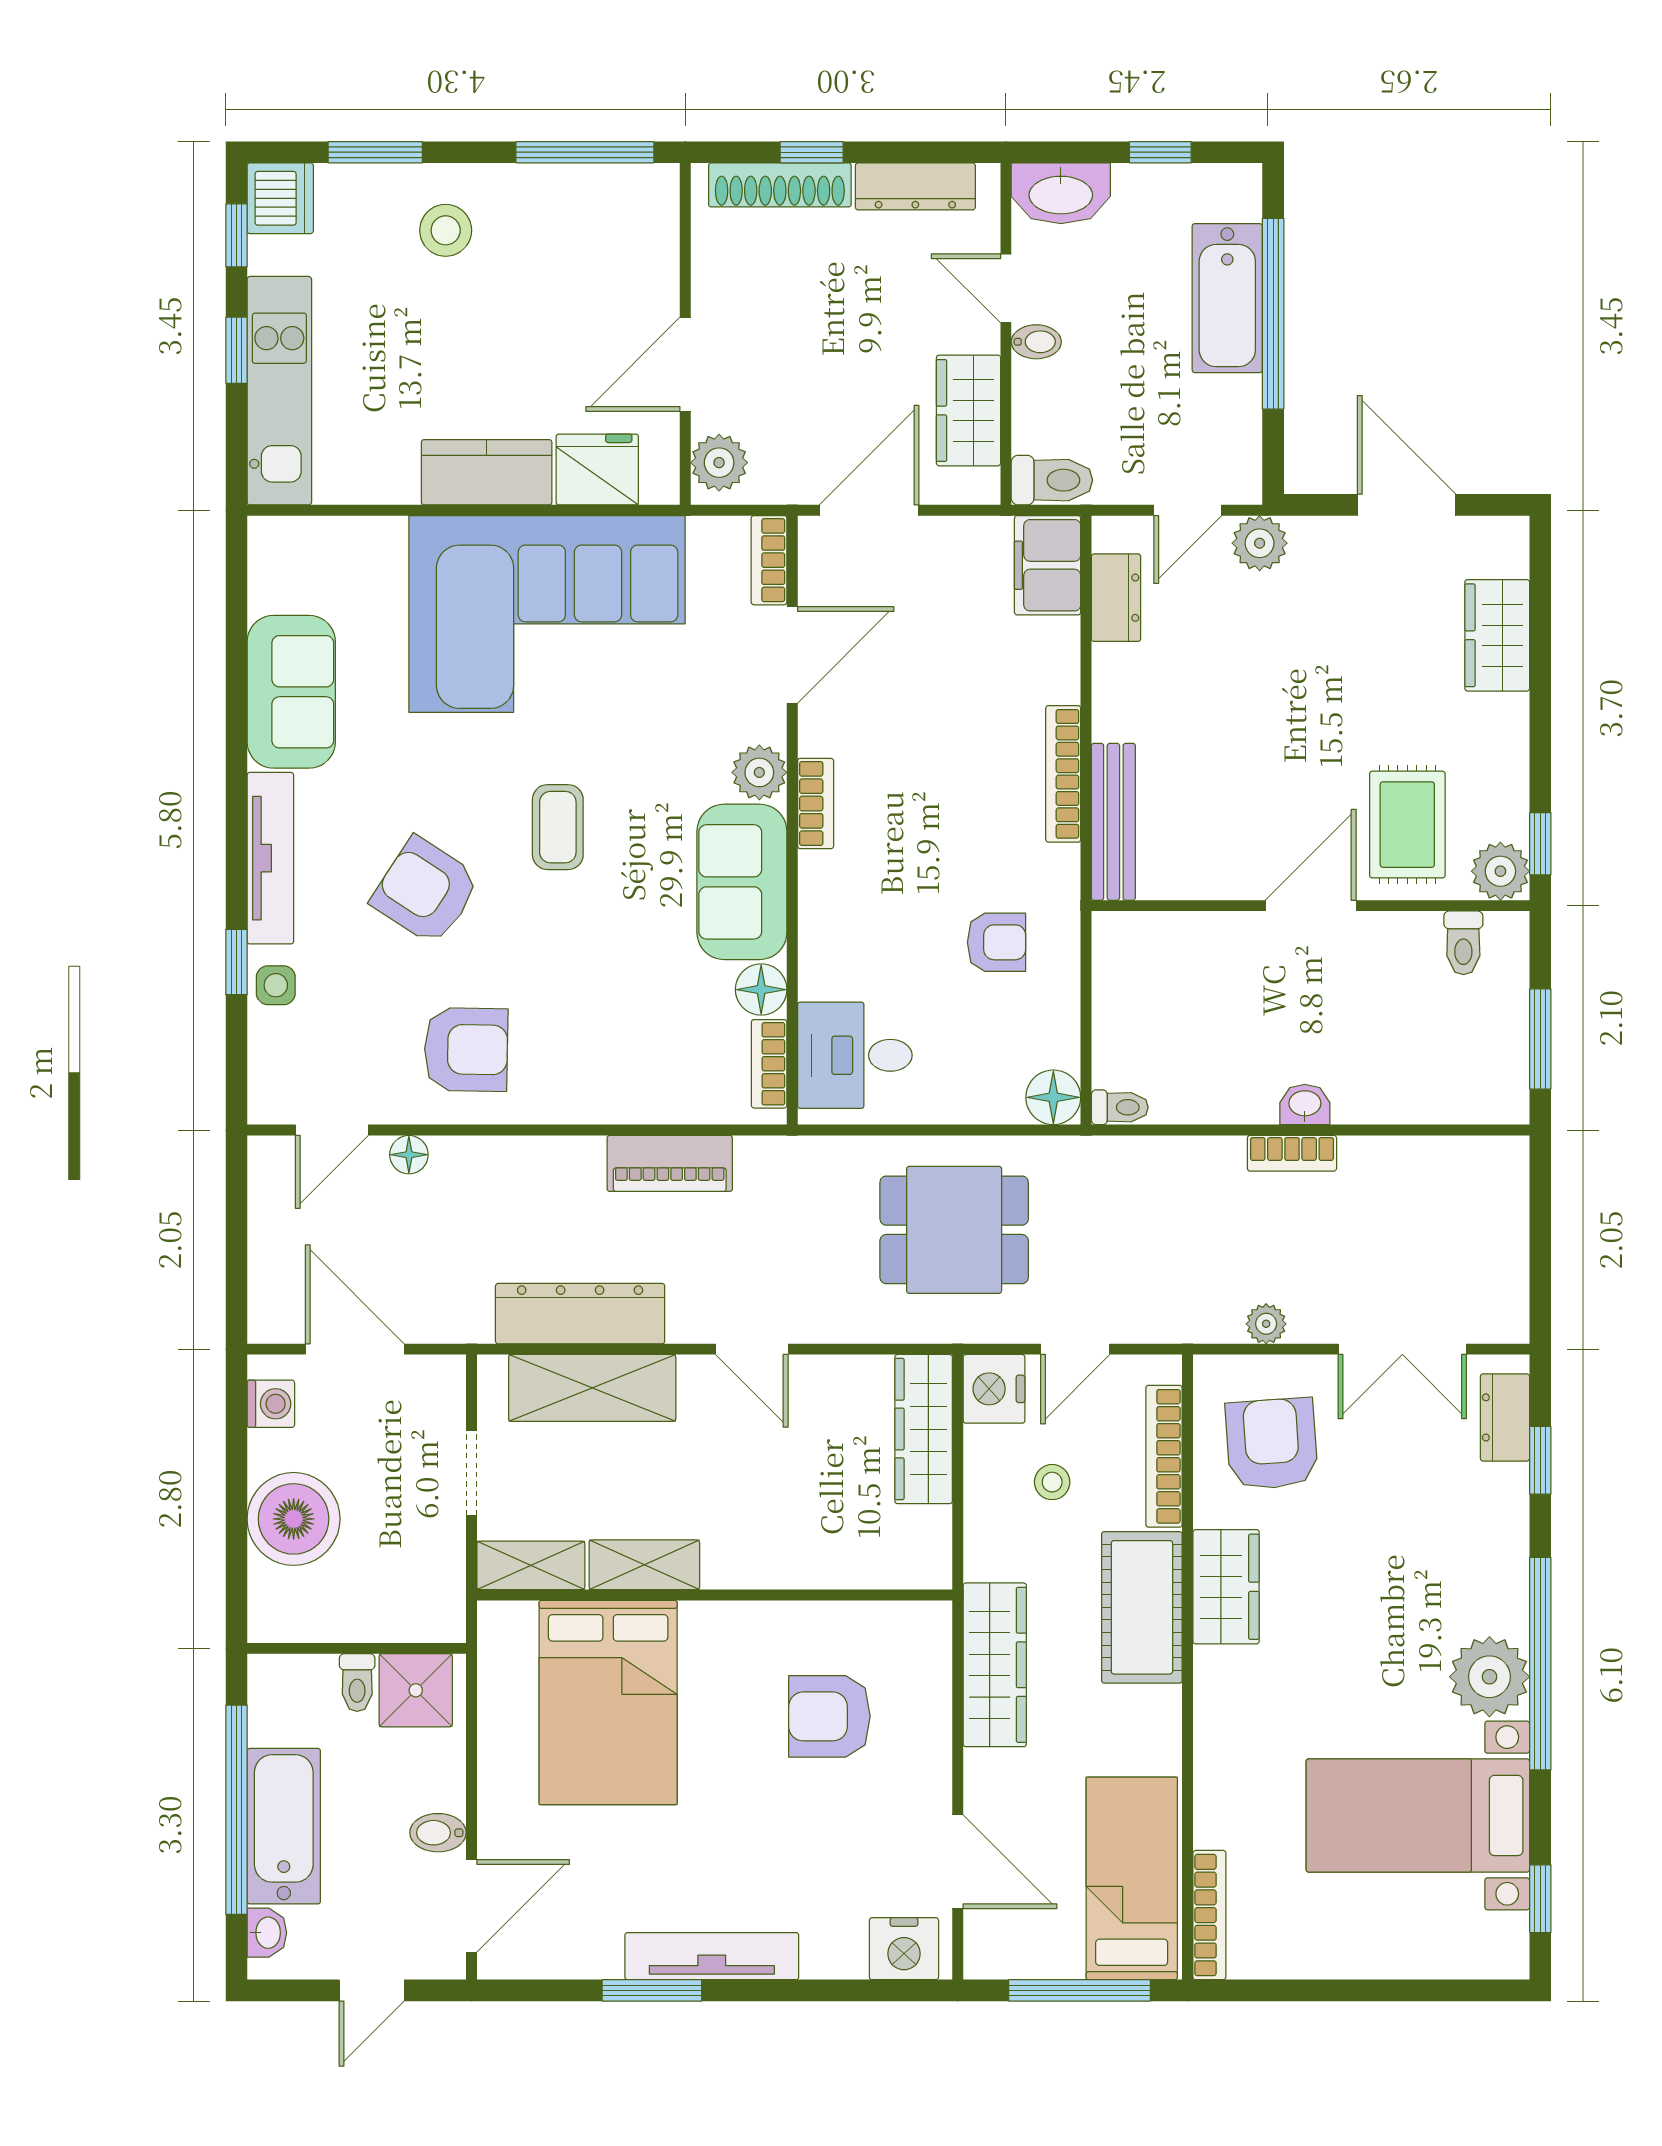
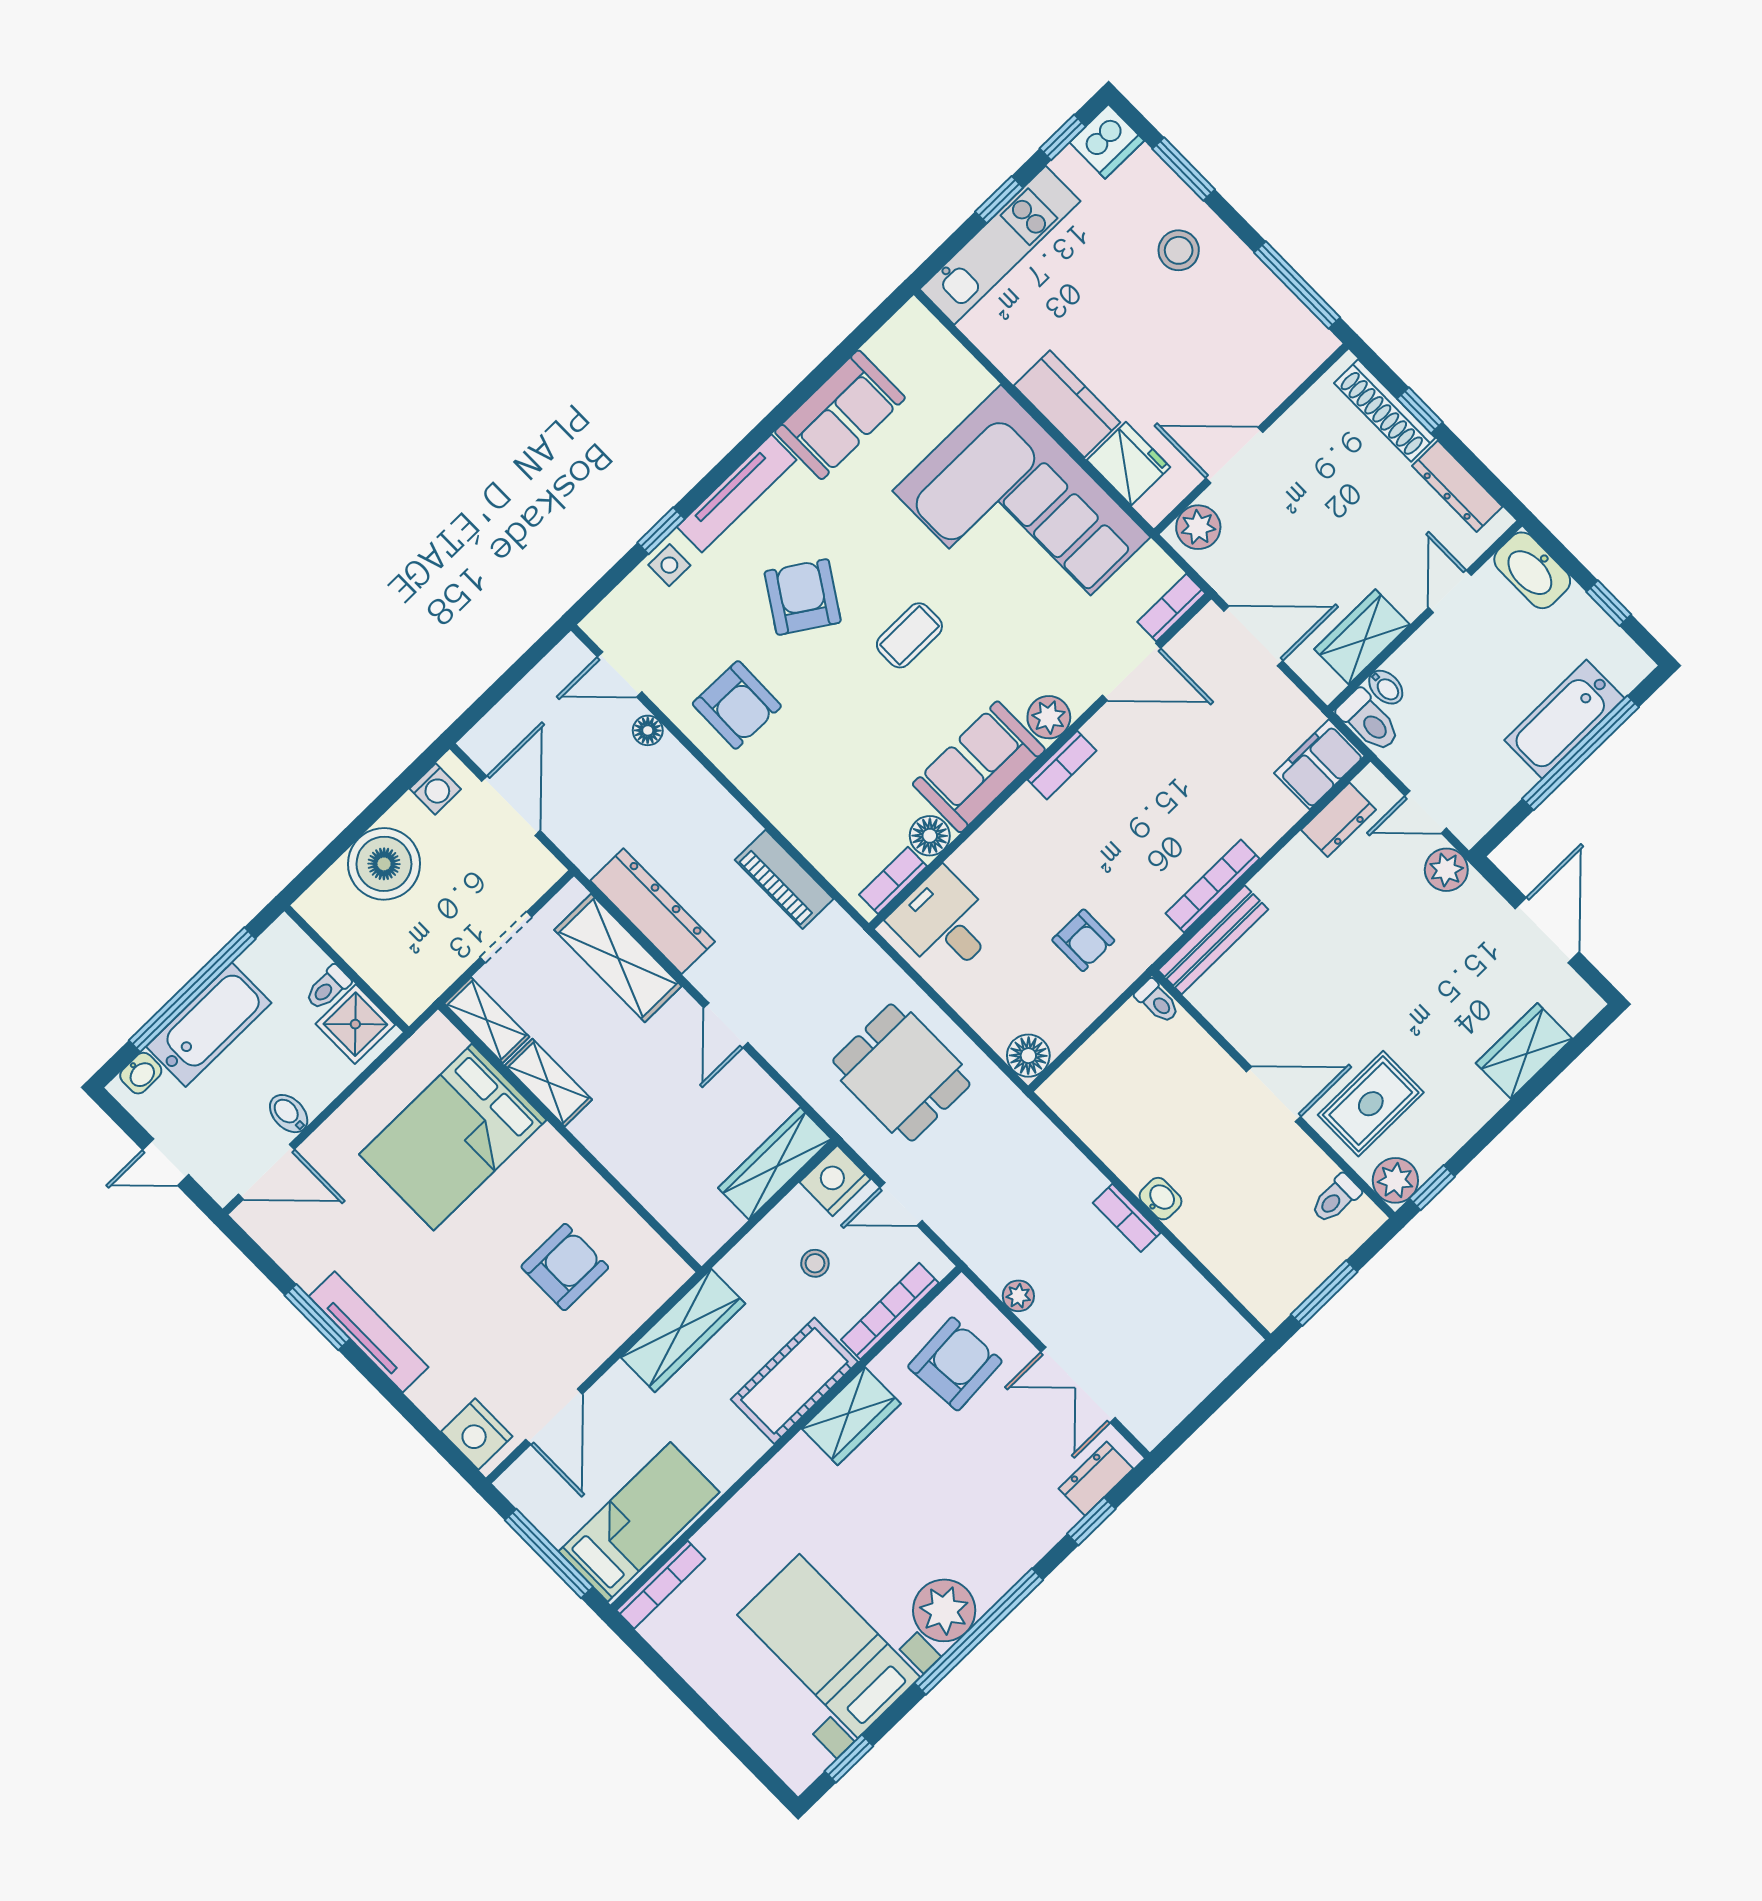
bidet: (1036, 342) -> (1386, 687), moved
toilet: (1120, 1107) -> (1157, 1001), moved
armchair: (829, 1716) -> (565, 1267), turned 90

